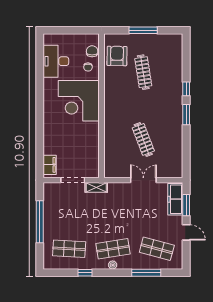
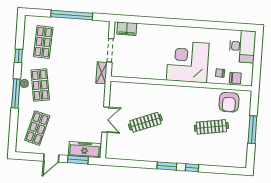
armchair: (117, 56) -> (229, 102), turned 89
desk: (56, 61) -> (242, 46), moved, turned 90
window: (146, 273) -> (16, 94), moved

